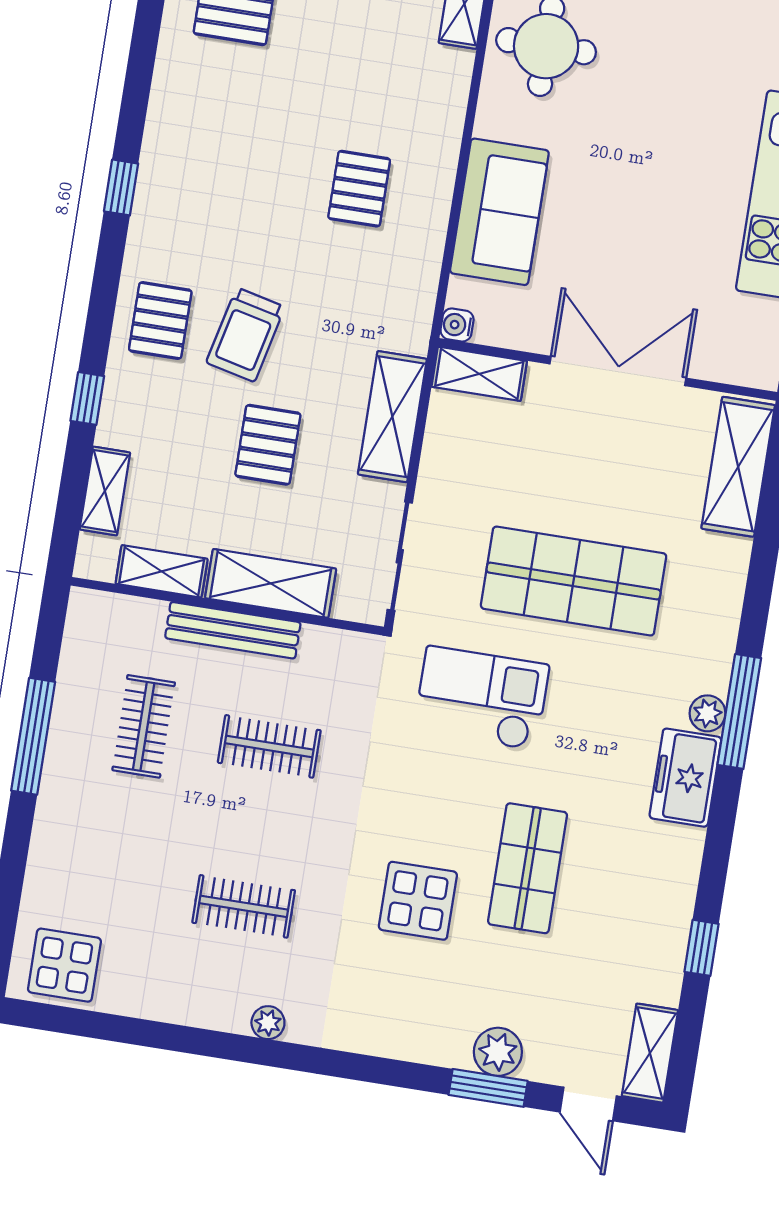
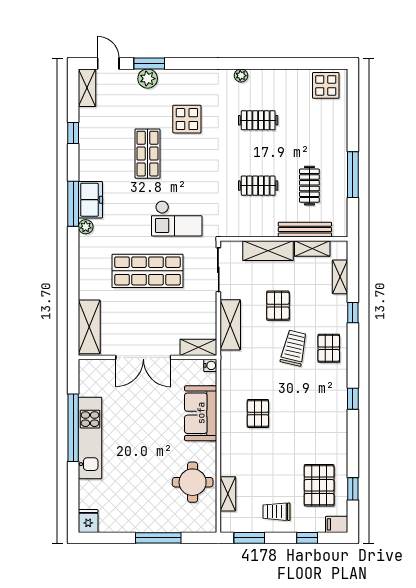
bench: (233, 630) -> (305, 230), moved
window: (739, 711) -> (73, 204), moved
display table: (418, 901) -> (187, 119), moved

